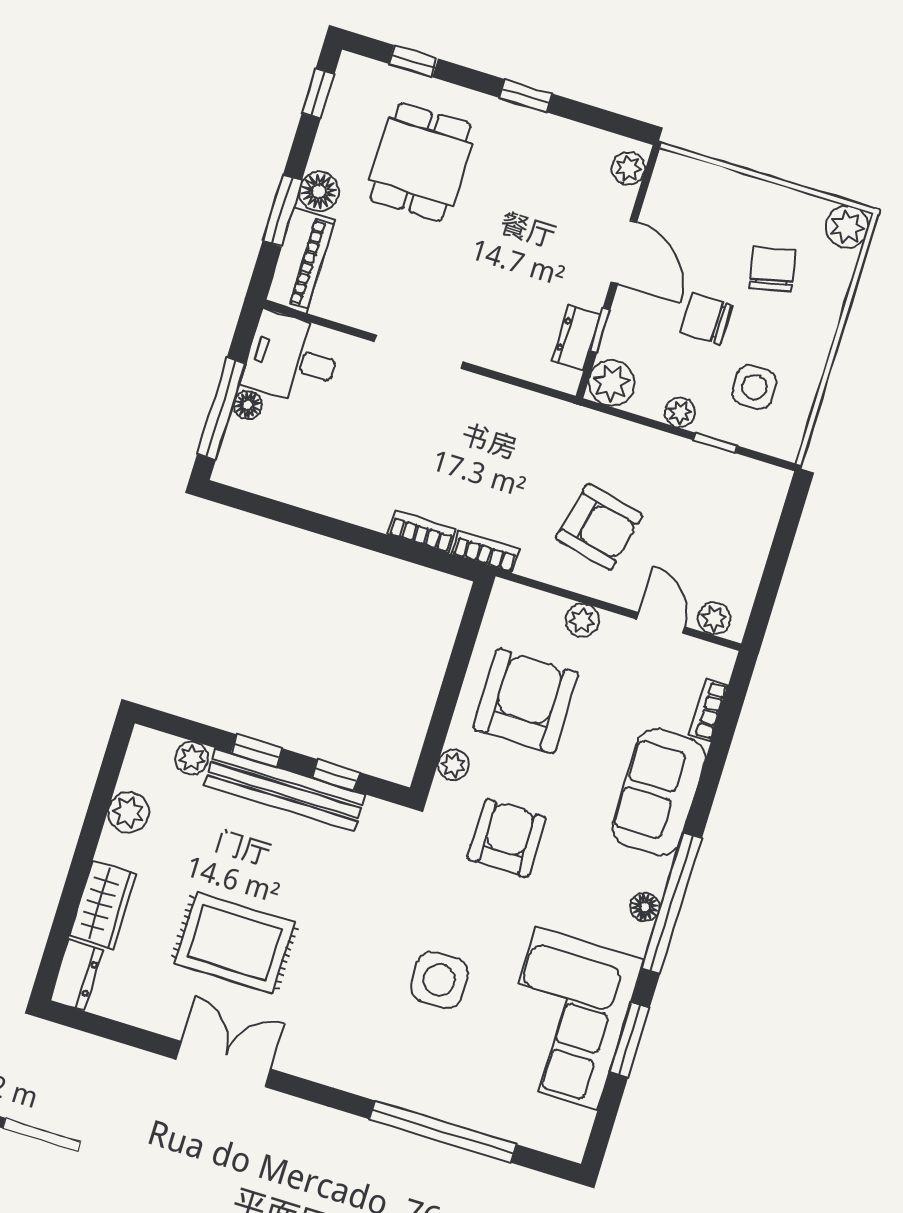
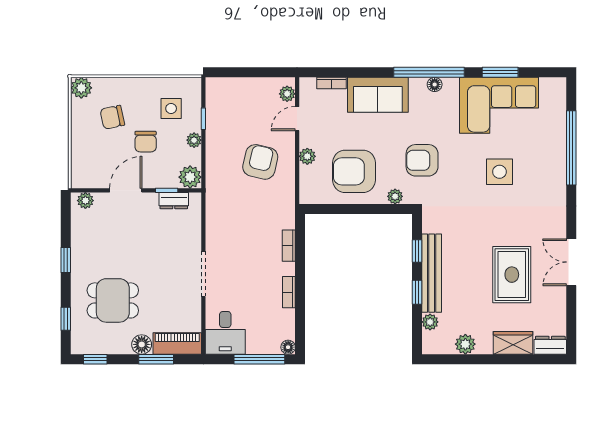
floor lamp: (248, 405) -> (288, 347), moved
bookcase: (485, 552) -> (289, 292), moved

